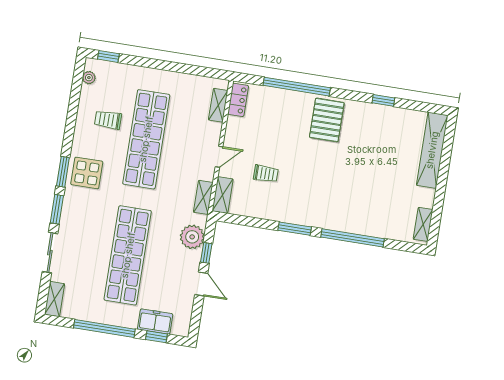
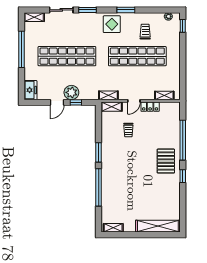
locker: (238, 100) -> (150, 107), moved
window: (383, 100) -> (183, 176), moved
pallet: (327, 120) -> (166, 161), turned 90
door: (219, 157) -> (134, 101), hinge flipped
window: (63, 172) -> (126, 10), moved
plant: (192, 237) -> (71, 92), moved
freezer: (155, 322) -> (30, 90), moved
window: (156, 337) -> (22, 81), removed

